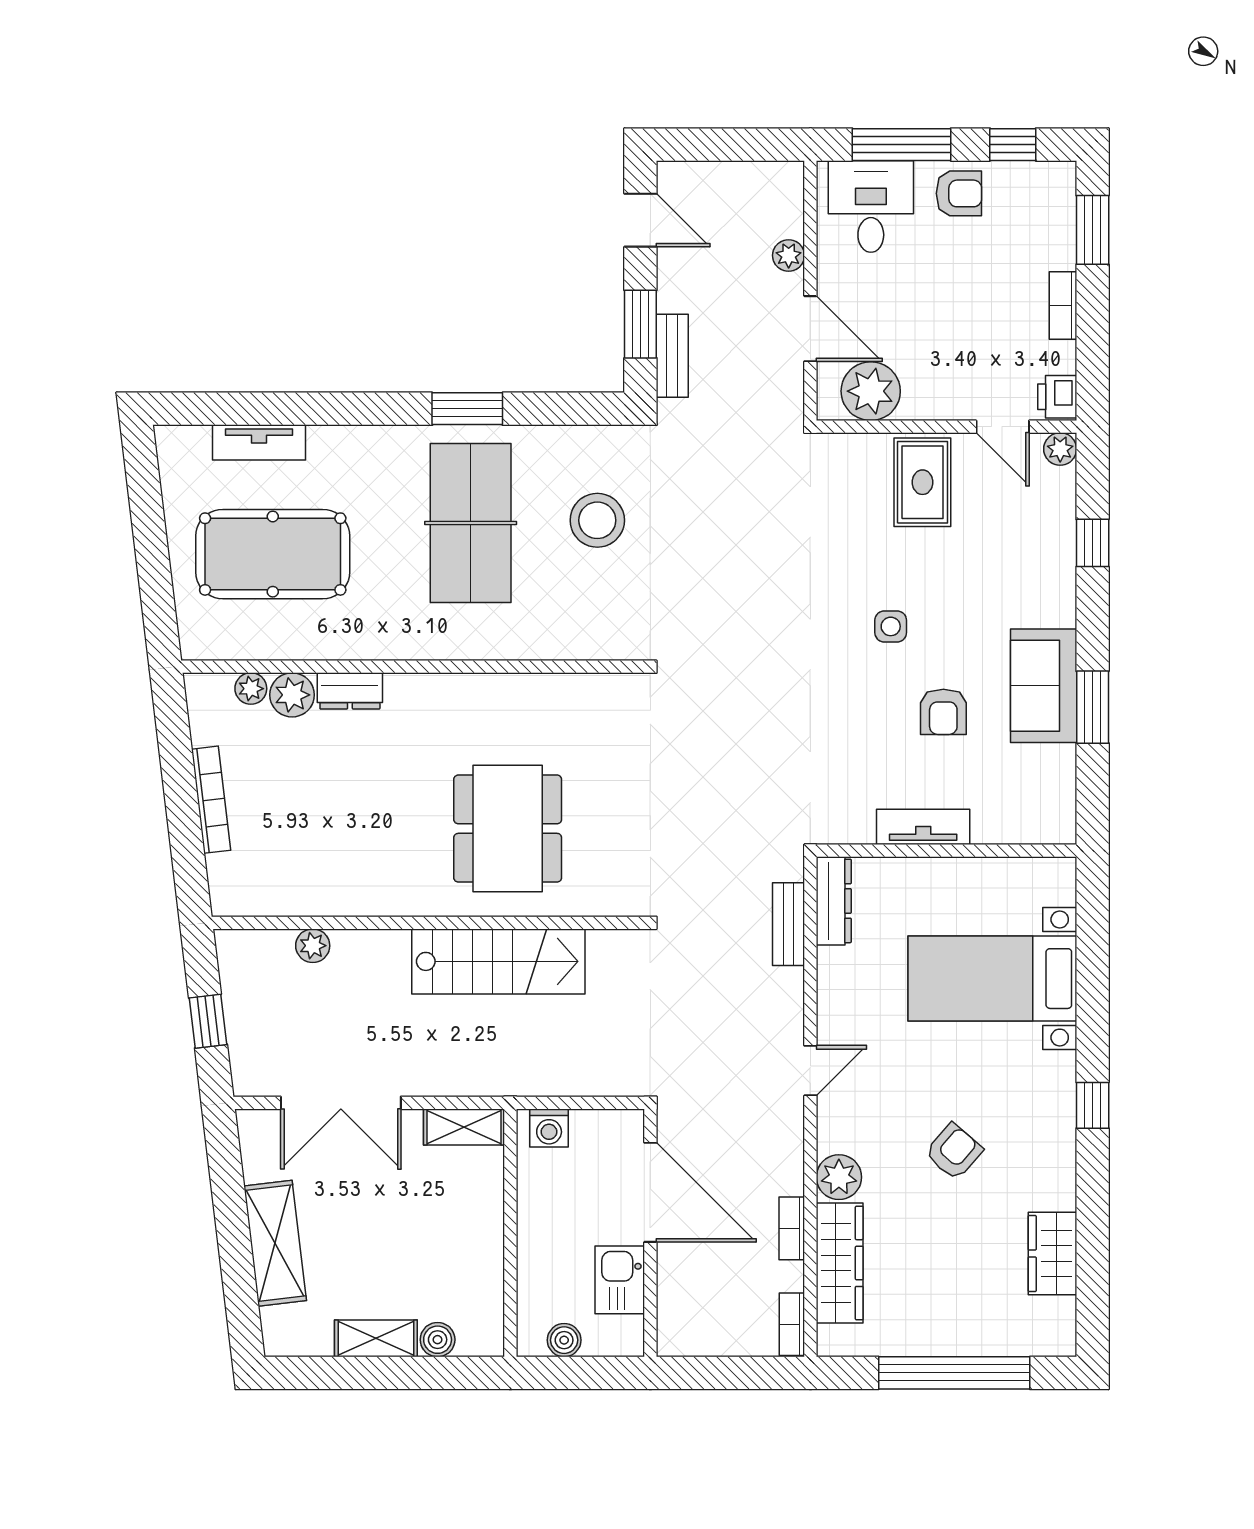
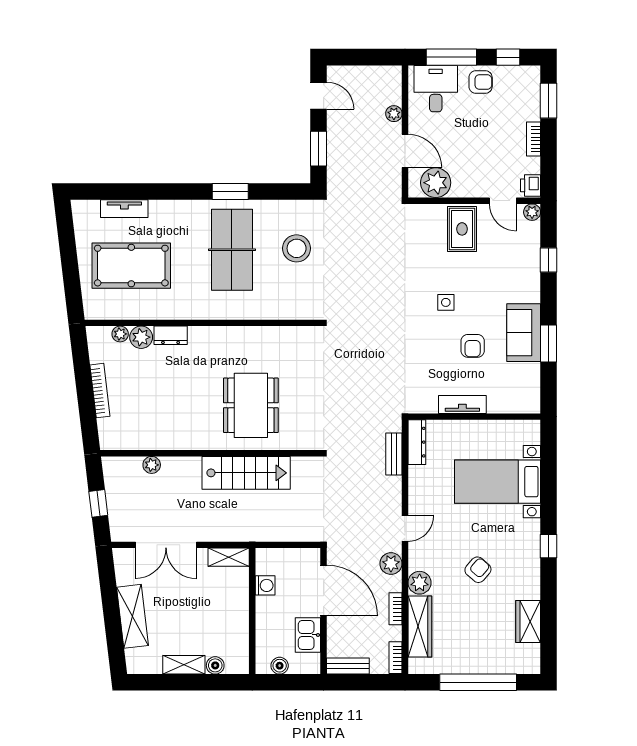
bench: (672, 356) -> (348, 666), moved, turned 90
washing machine: (549, 1128) -> (265, 585), moved, turned -90
plant: (783, 1139) -> (391, 564), added

